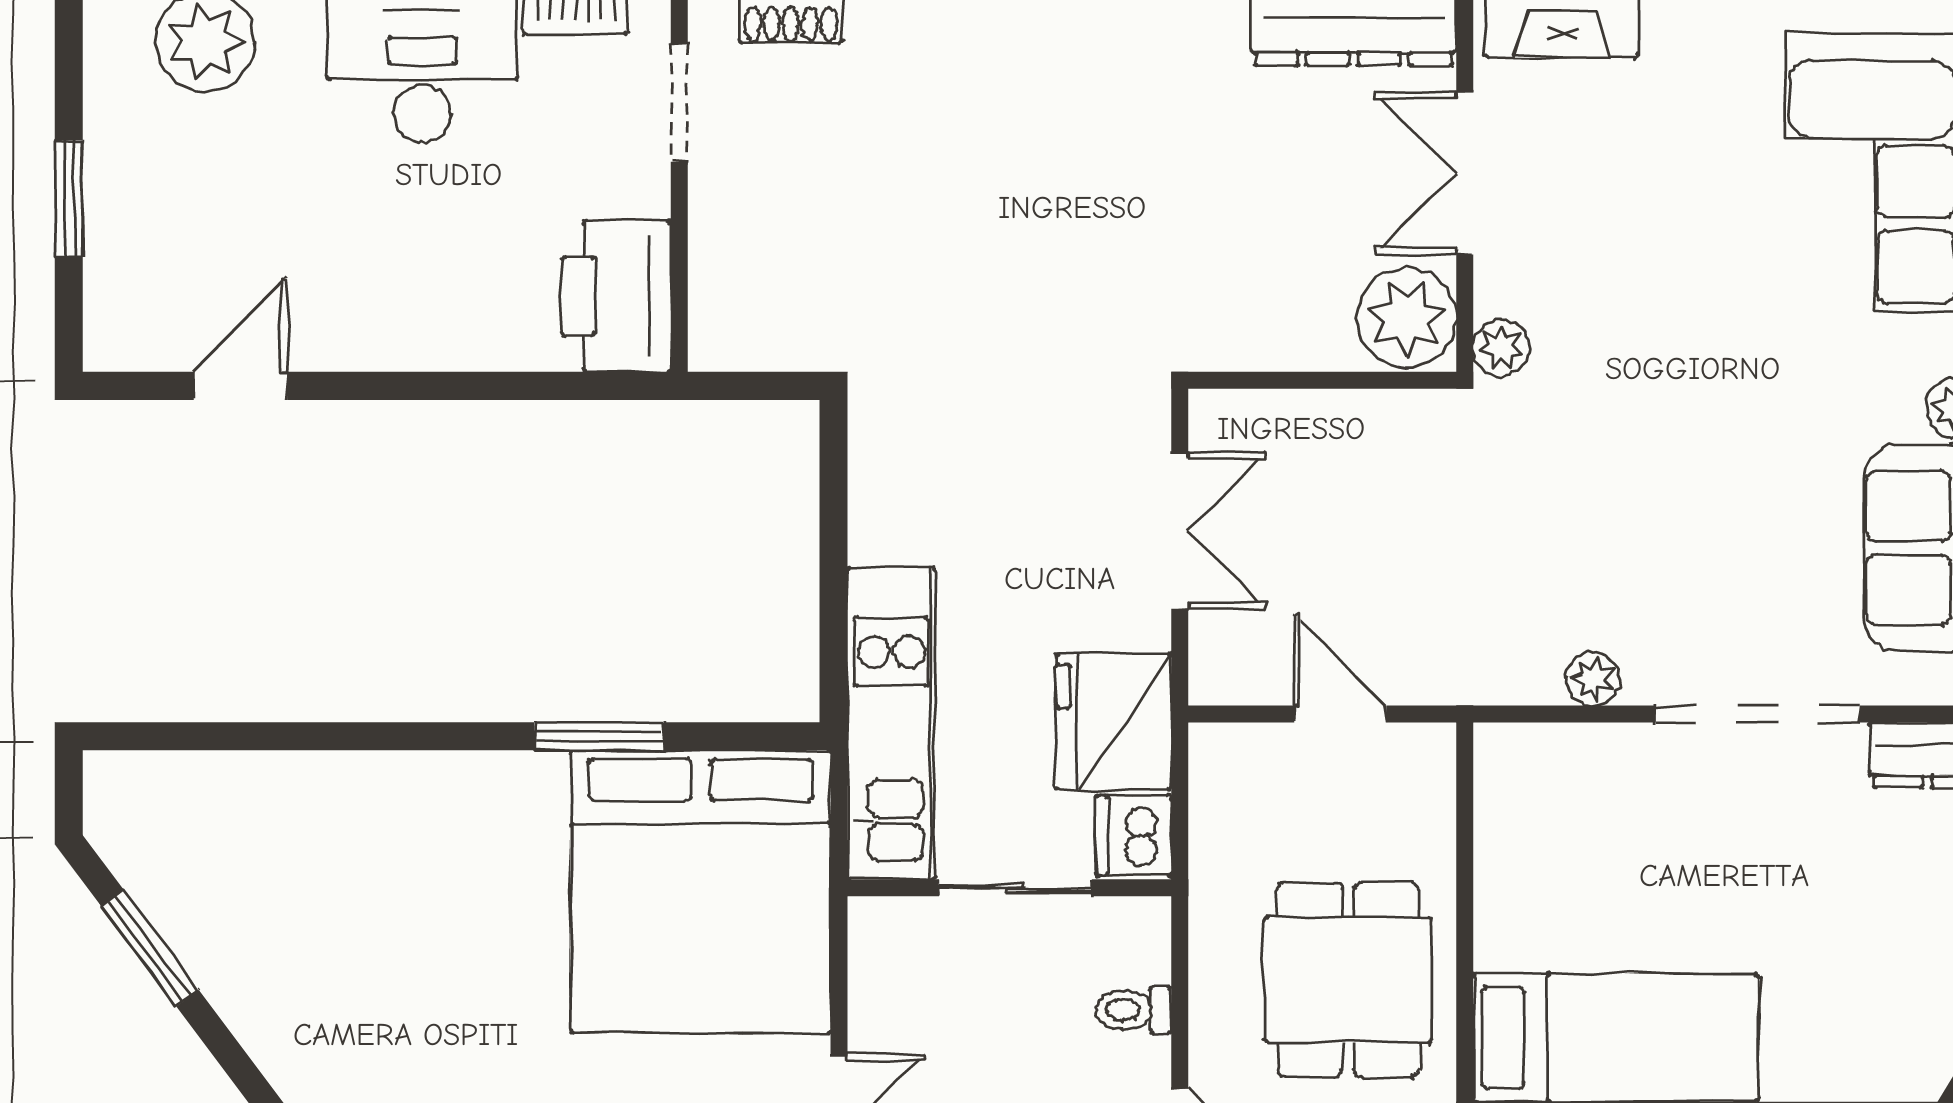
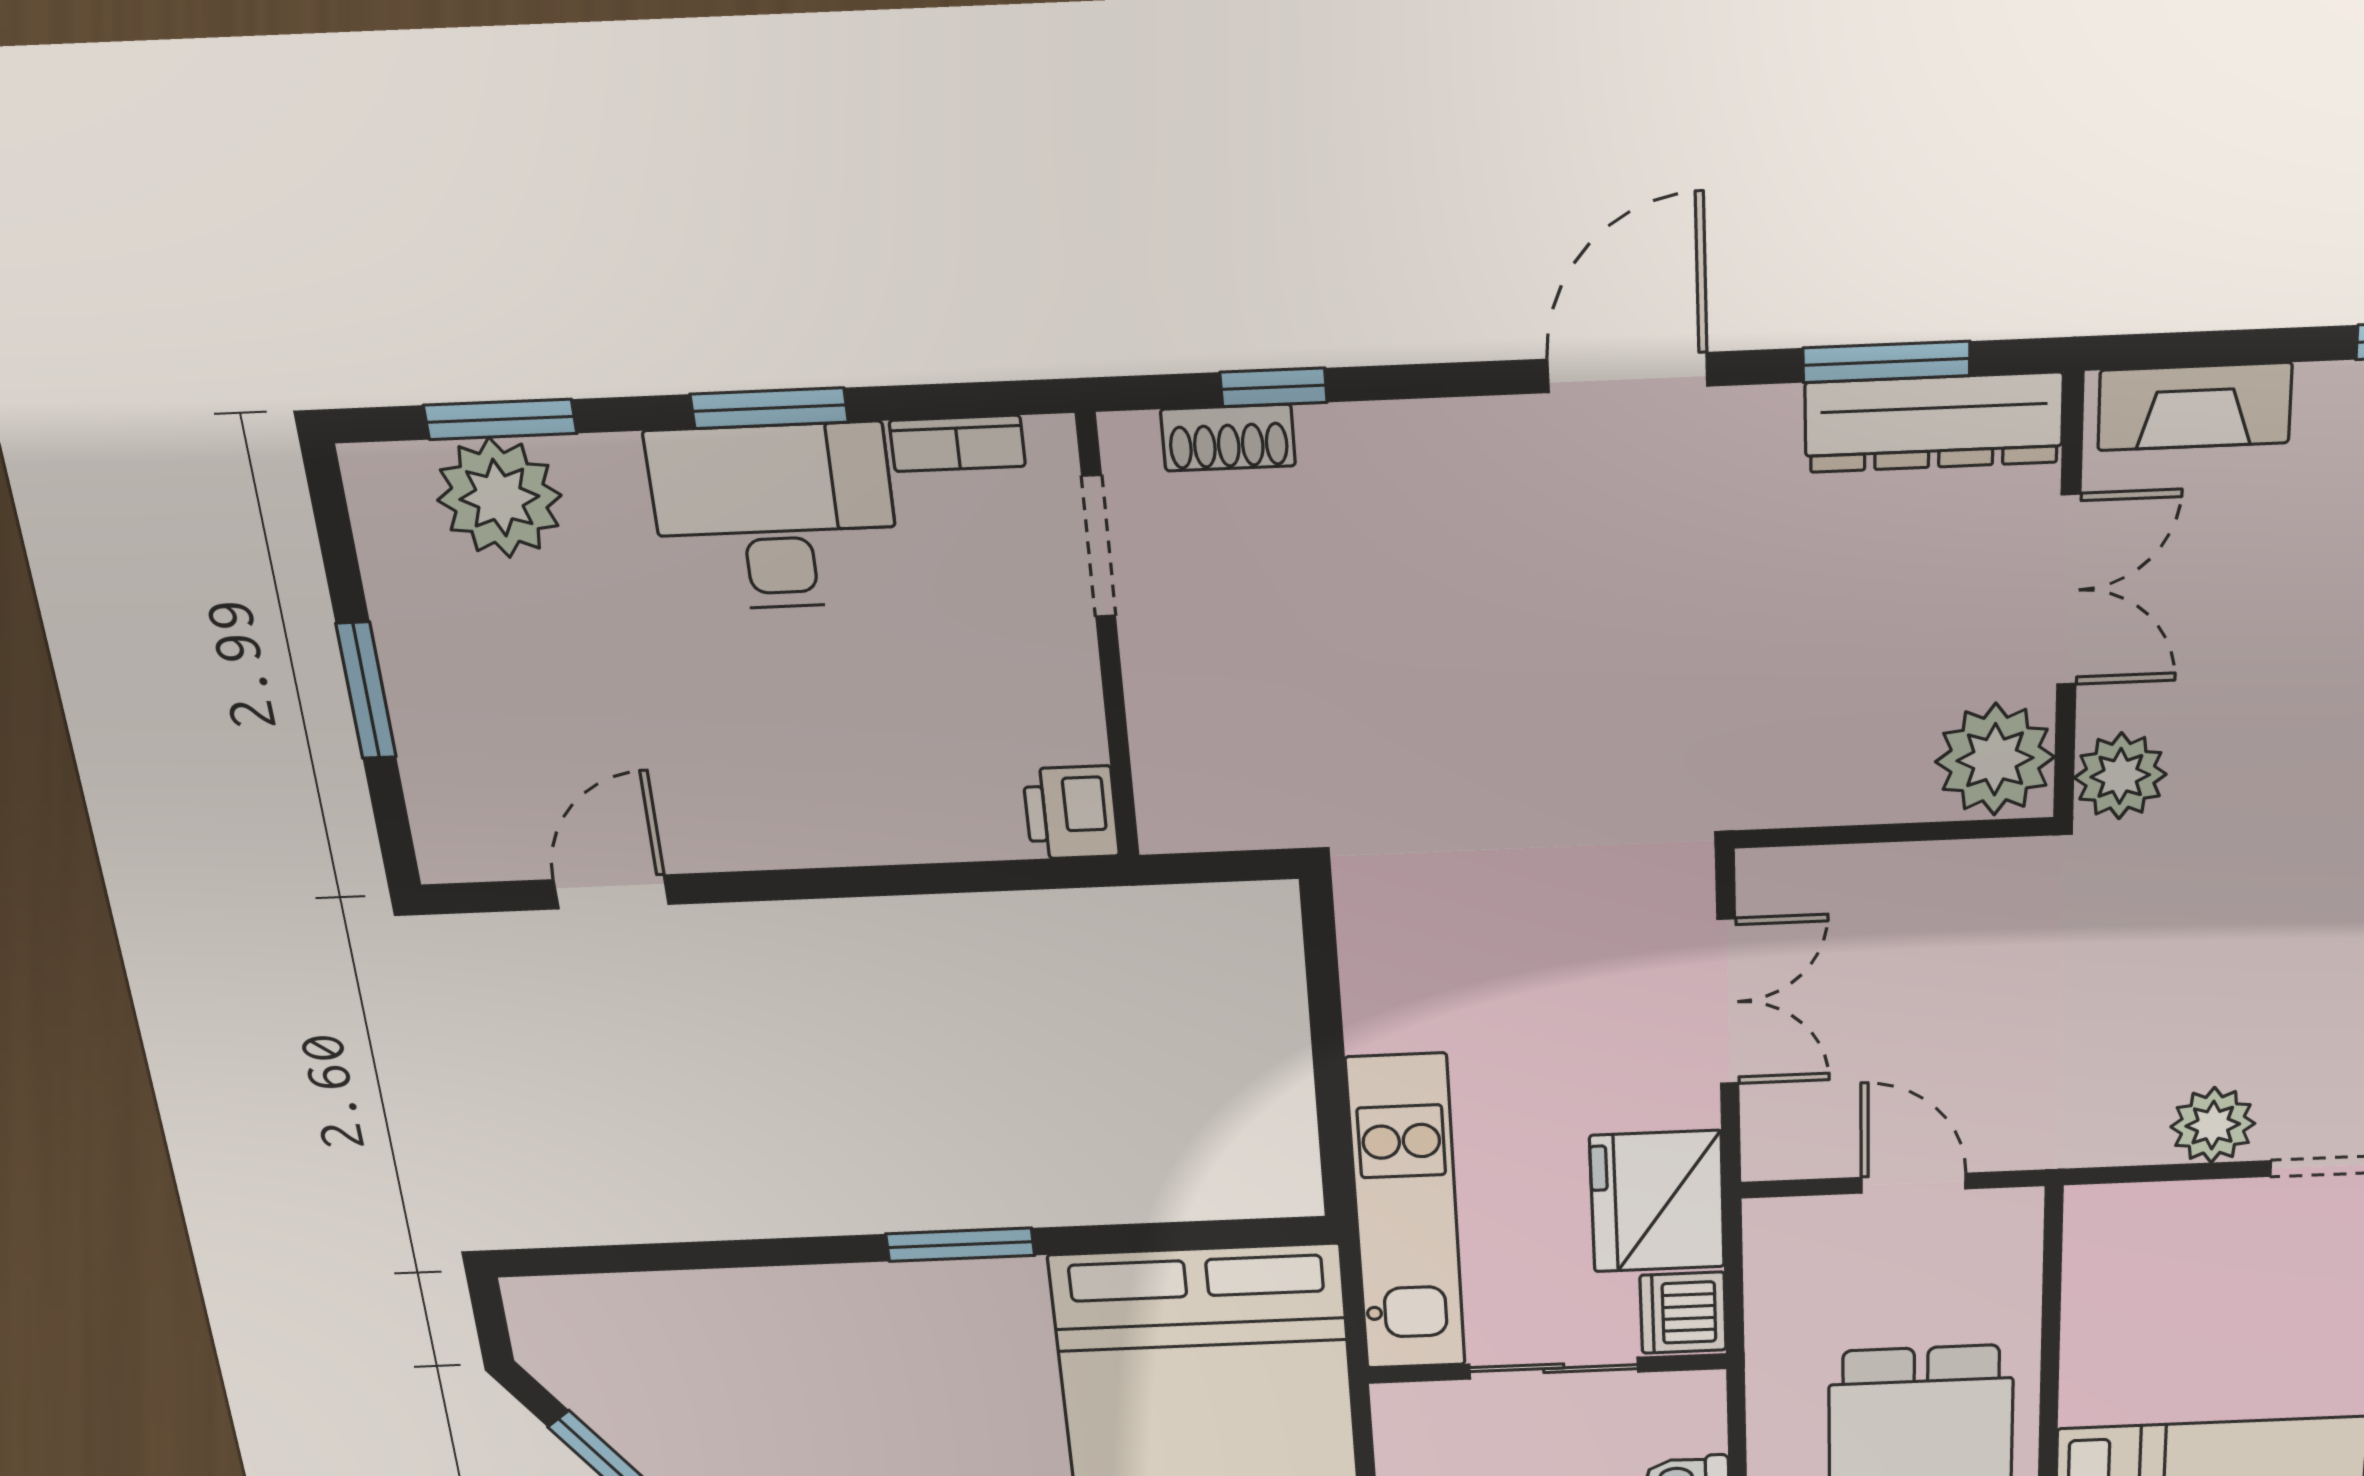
double door: (1465, 173) -> (2069, 590), swing flipped
printer: (616, 296) -> (1071, 813), width x0.53, depth x0.68
plant: (1501, 348) -> (2120, 776), width x1.38, depth x1.38
plant: (1593, 679) -> (2213, 1125), width x1.38, depth x1.38
window: (599, 736) -> (960, 1245), moved

